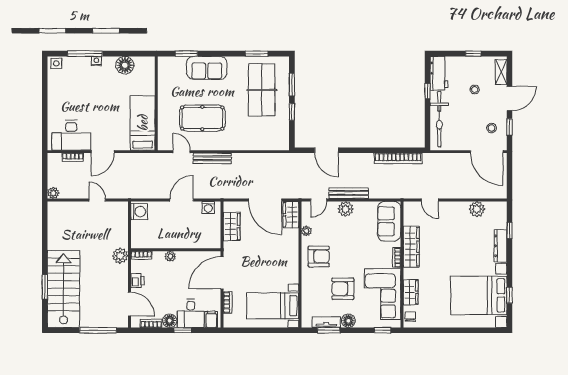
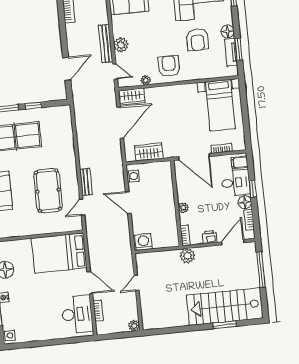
bed: (143, 123) -> (59, 253), width x1.50
bench: (212, 158) -> (86, 182), width x0.73

